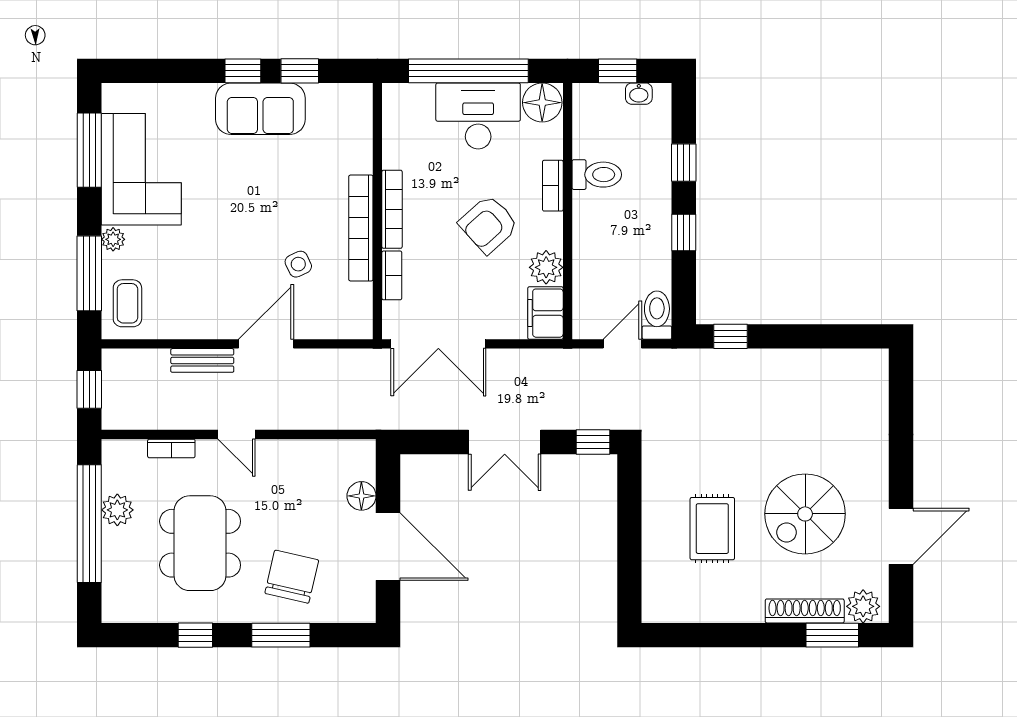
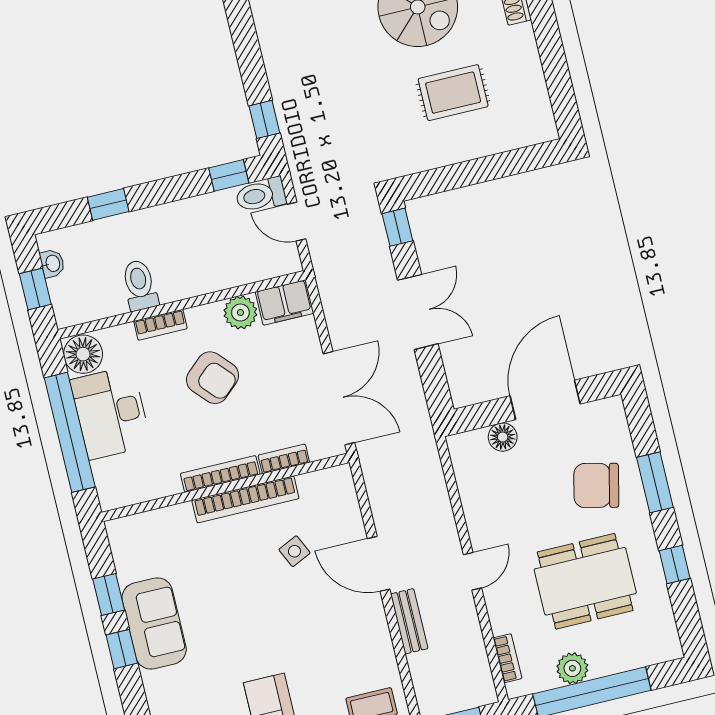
window: (684, 232) -> (229, 175), moved
bookcase: (171, 448) -> (507, 658), moved

